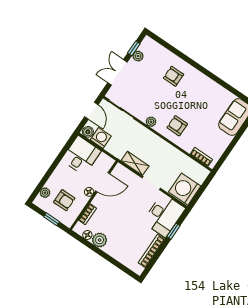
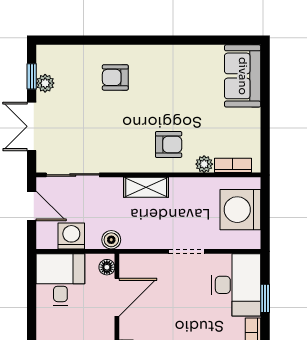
plant: (151, 122) -> (204, 164), moved
armchair: (177, 126) -> (169, 144), turned 180
boiler: (88, 132) -> (111, 240), moved
shelving: (135, 163) -> (146, 187), moved
washing machine: (185, 189) -> (240, 210), moved
floor lamp: (89, 192) -> (107, 267), moved

